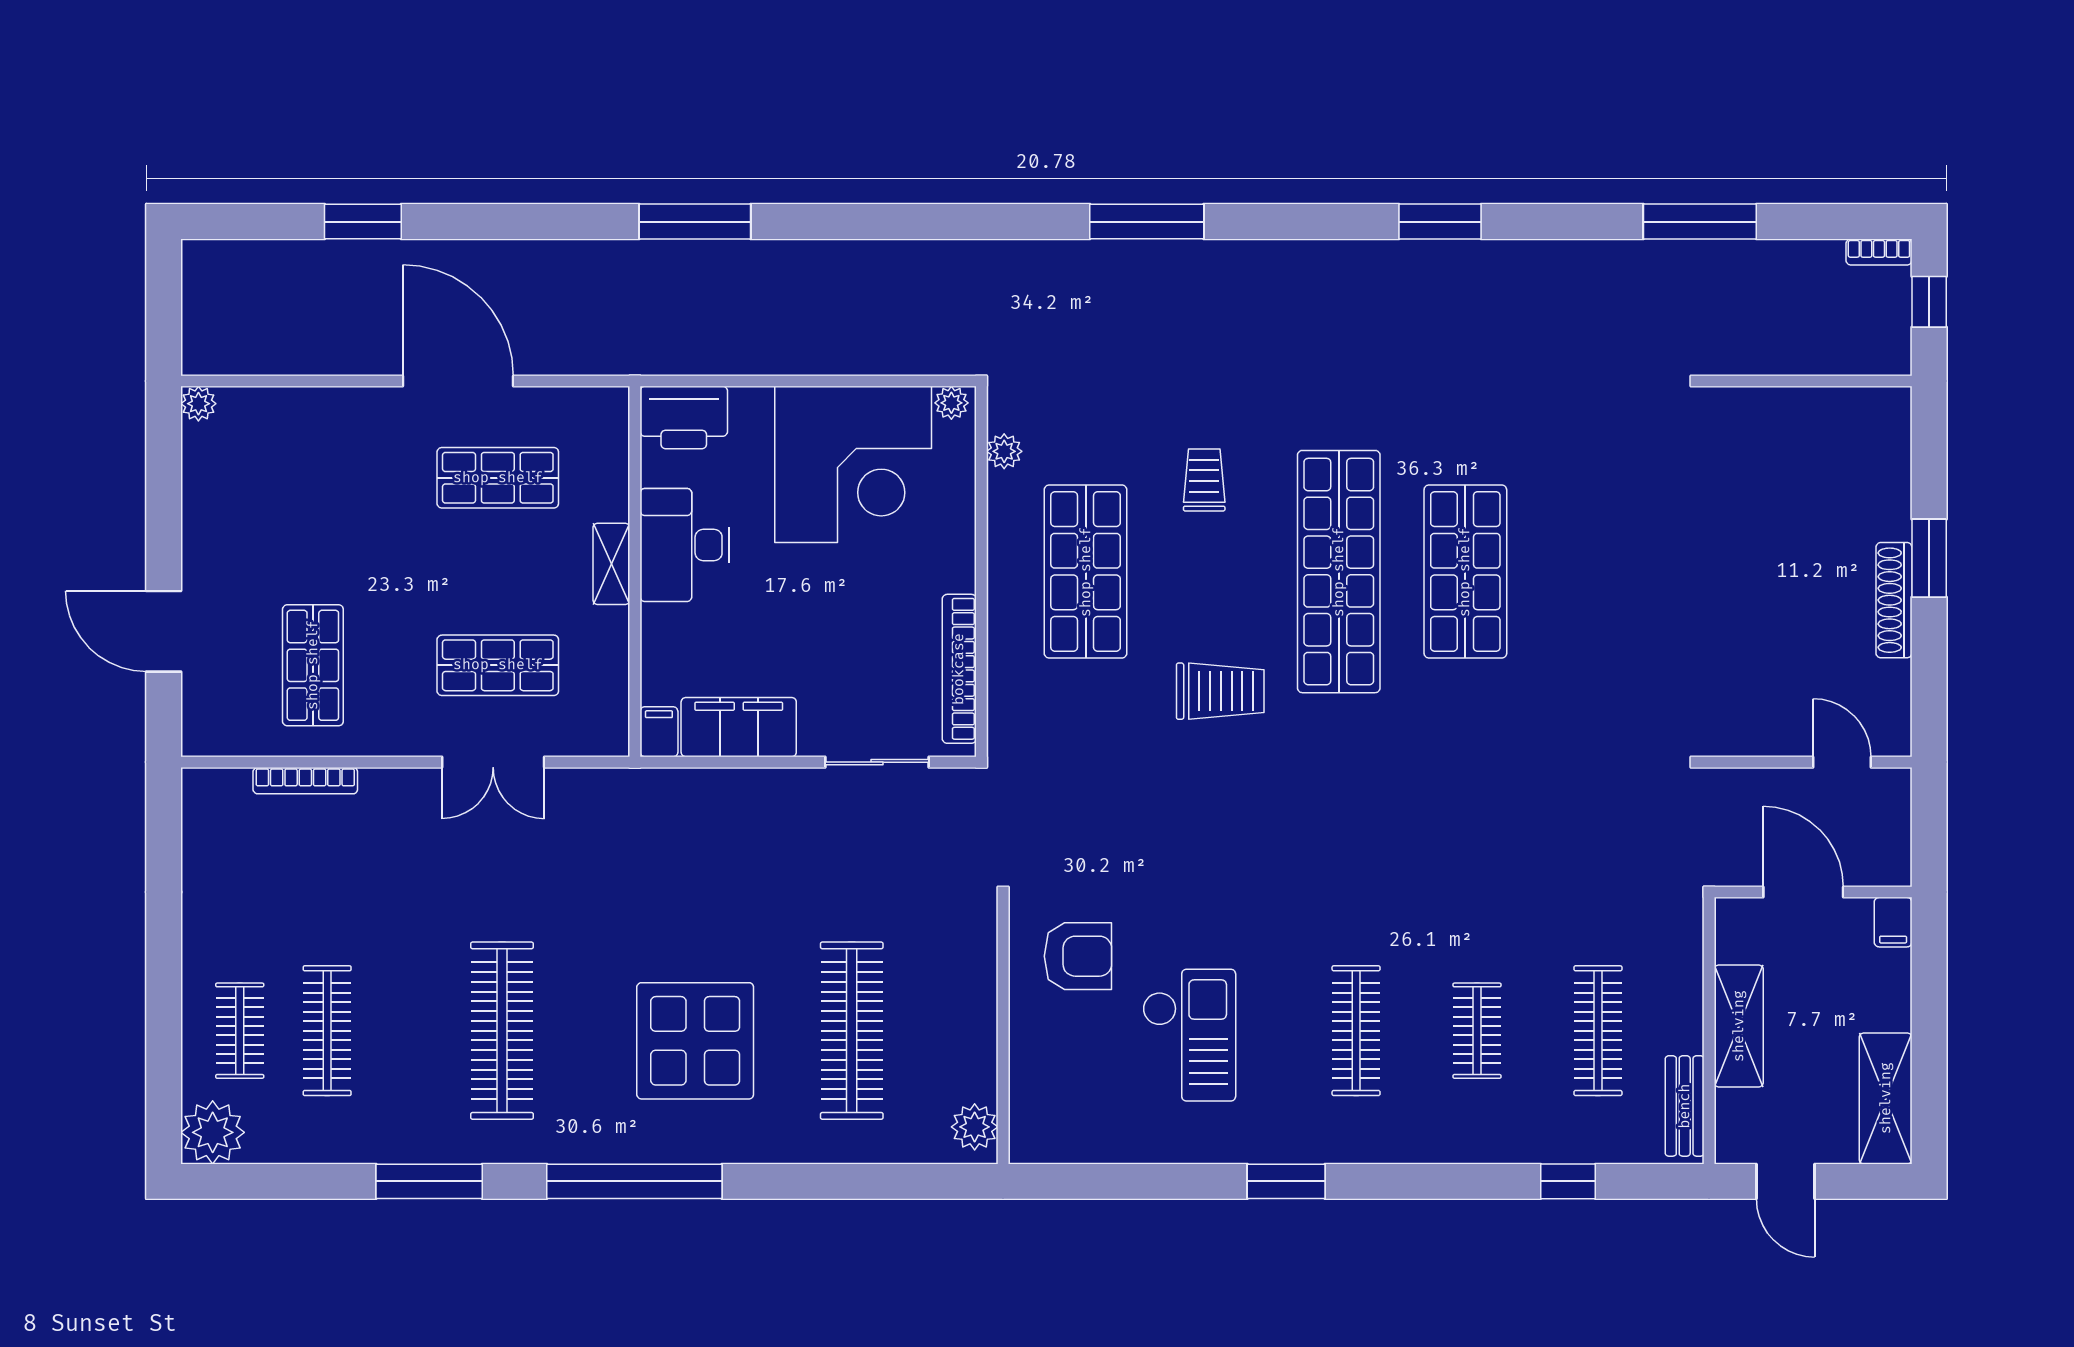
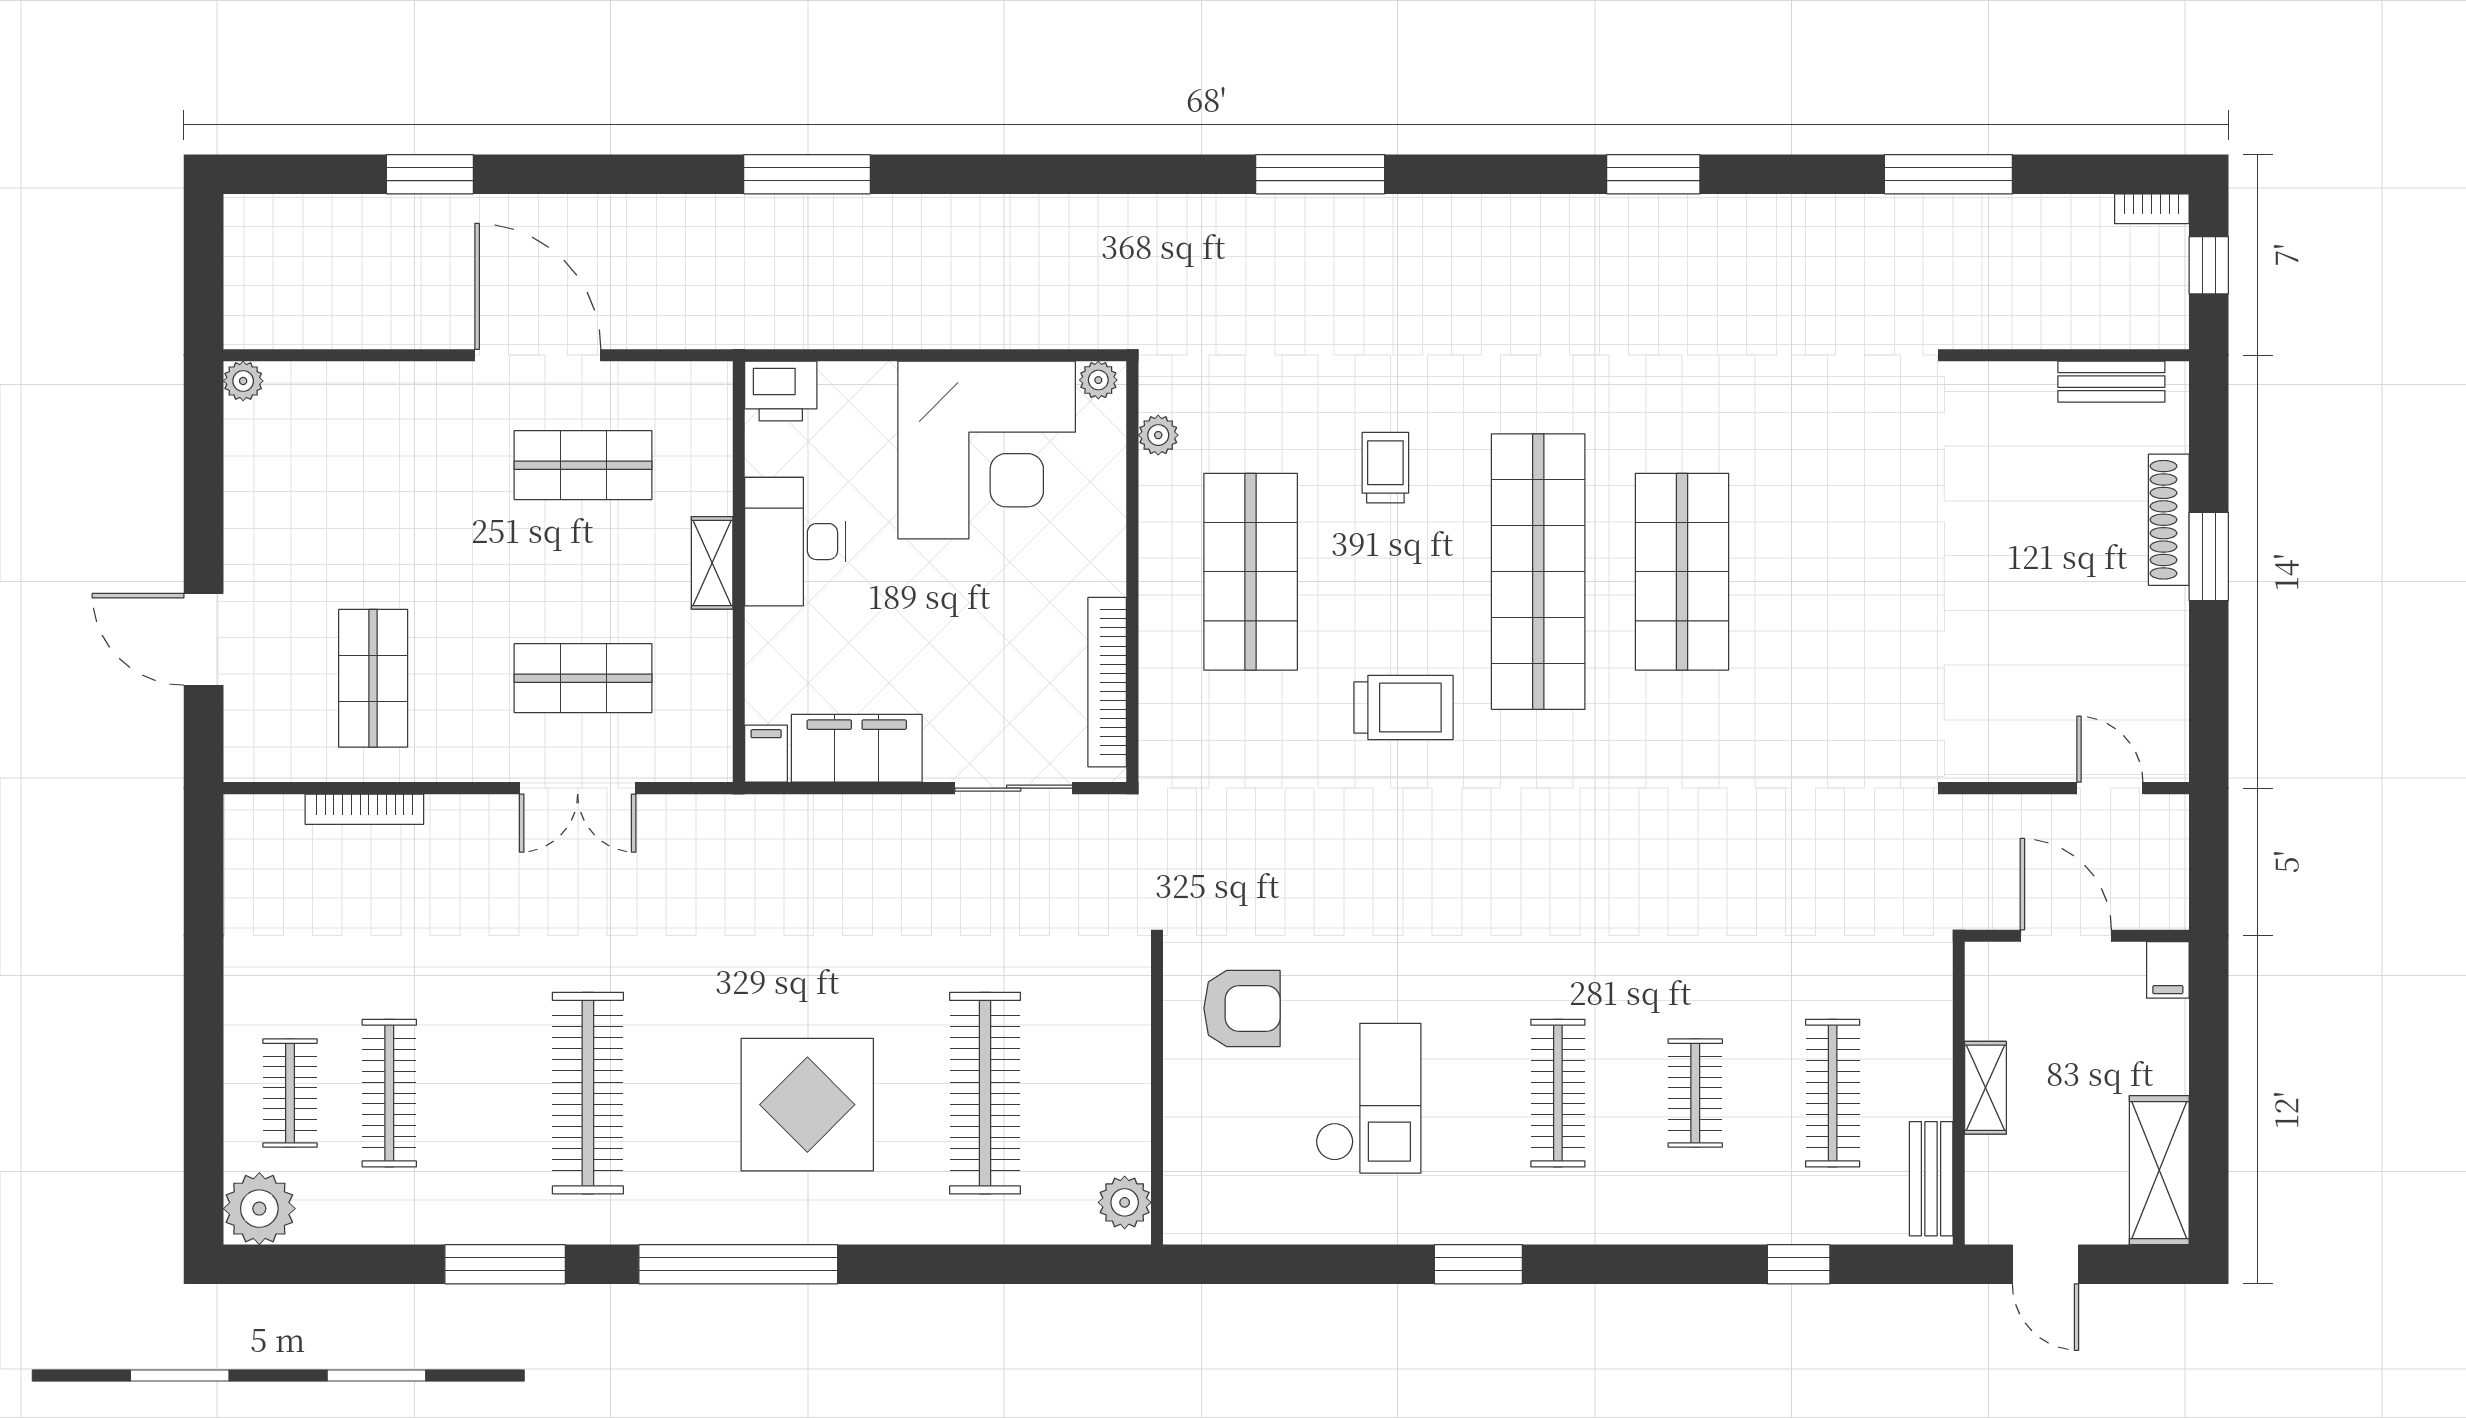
bench: (1843, 404) -> (2111, 382), added
printer: (684, 418) -> (781, 391), width x0.73, depth x0.84
shoe rack: (1894, 600) -> (2169, 520), moved
shelving: (1739, 1026) -> (1986, 1088), width x0.67, depth x0.75

